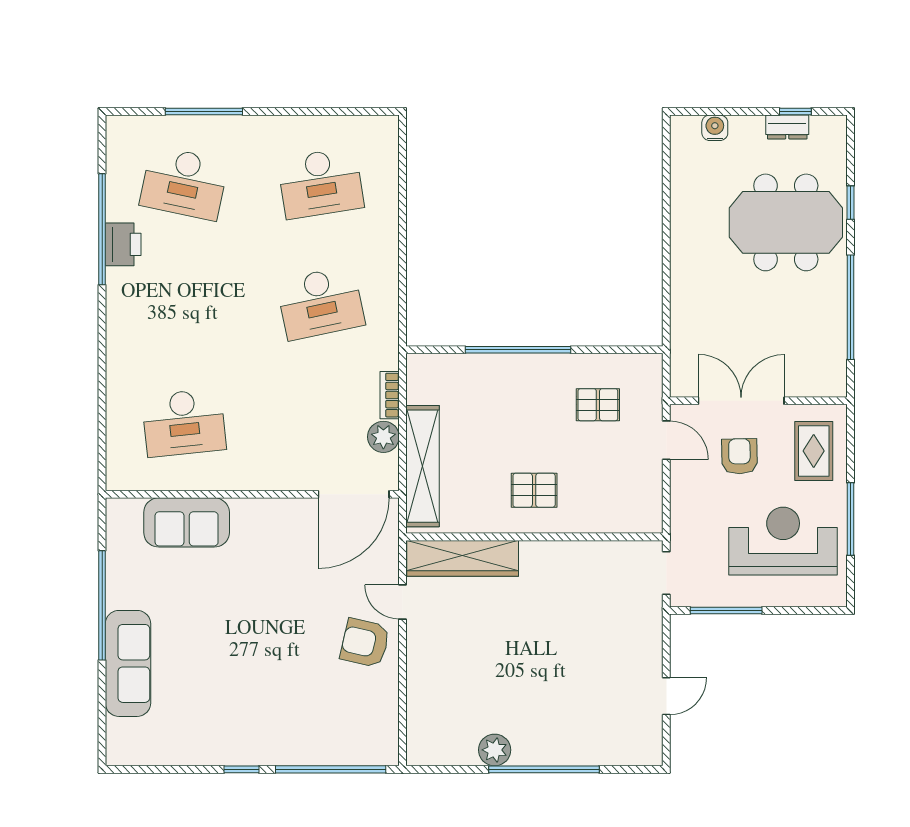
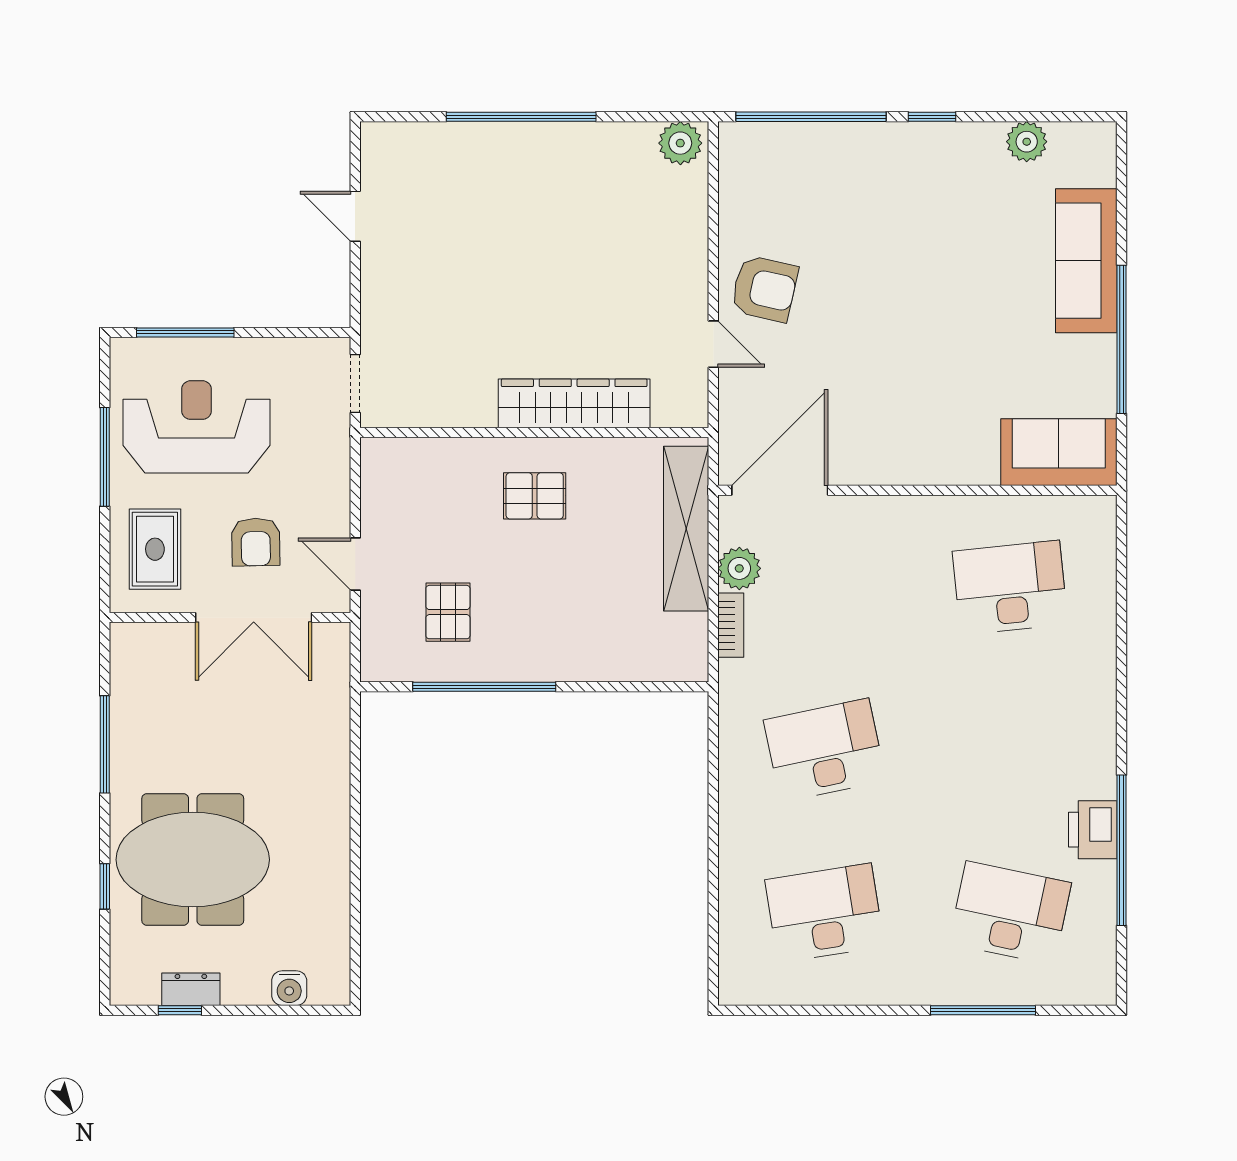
window: (851, 307) -> (105, 744), width x0.68
window: (518, 350) -> (484, 687), moved
pallet: (598, 405) -> (448, 612), turned 90
sofa: (187, 522) -> (1059, 452), moved
reception desk: (783, 541) -> (196, 427), turned 180
wardrobe: (463, 558) -> (574, 403), moved
window: (726, 611) -> (185, 332), moved
door: (666, 696) -> (355, 216), hinge flipped
plant: (495, 750) -> (680, 143), moved
plant: (172, 751) -> (1027, 142), added

